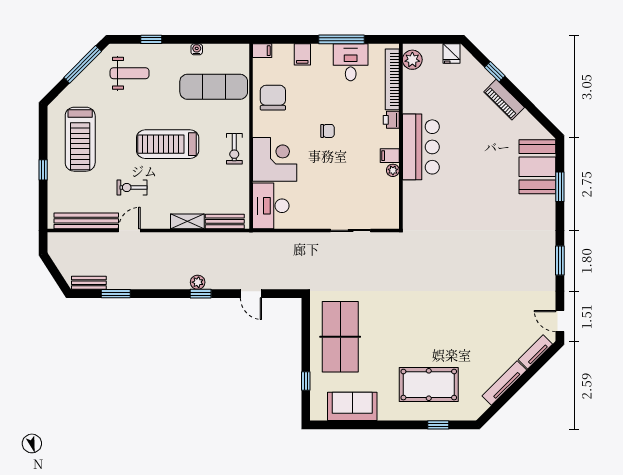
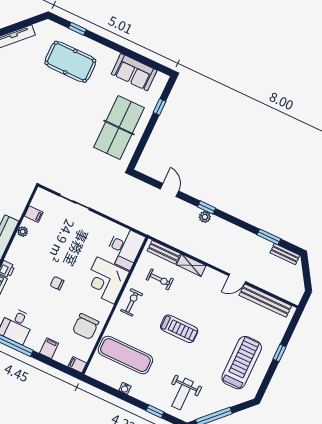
weight bench: (130, 73) -> (183, 394), turned -90
treadmill: (168, 144) -> (179, 329), width x0.73, depth x0.73
filing cabinet: (390, 156) -> (34, 214), moved
exercise bike: (132, 187) -> (160, 279), moved

